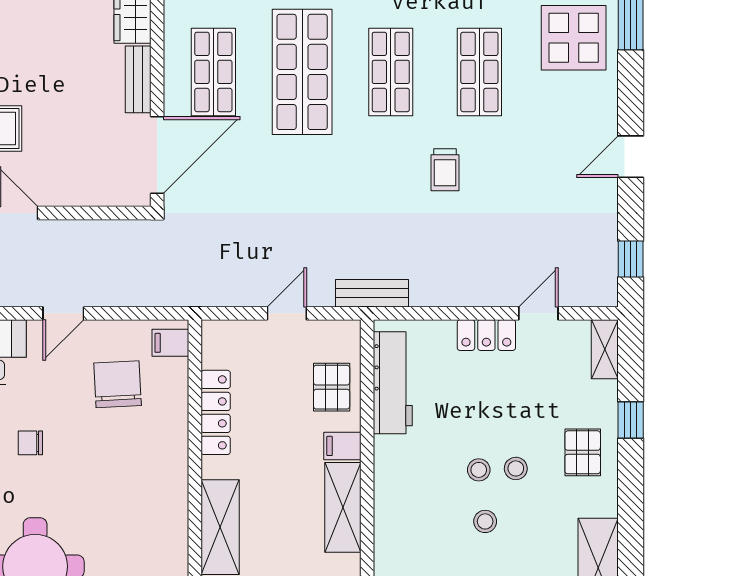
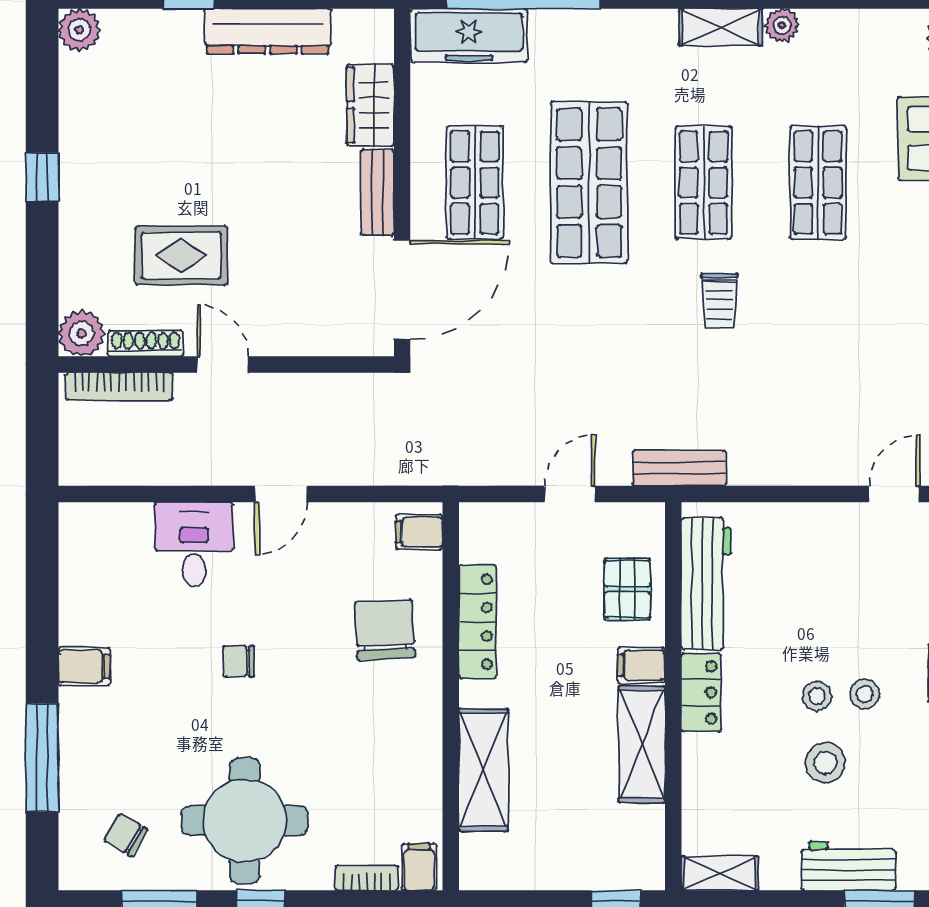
trolley: (445, 170) -> (719, 301), moved
locker: (486, 335) -> (701, 692), moved, turned -90
chair: (118, 384) -> (385, 630), moved
stool: (485, 521) -> (825, 763), width x1.37, depth x1.37

